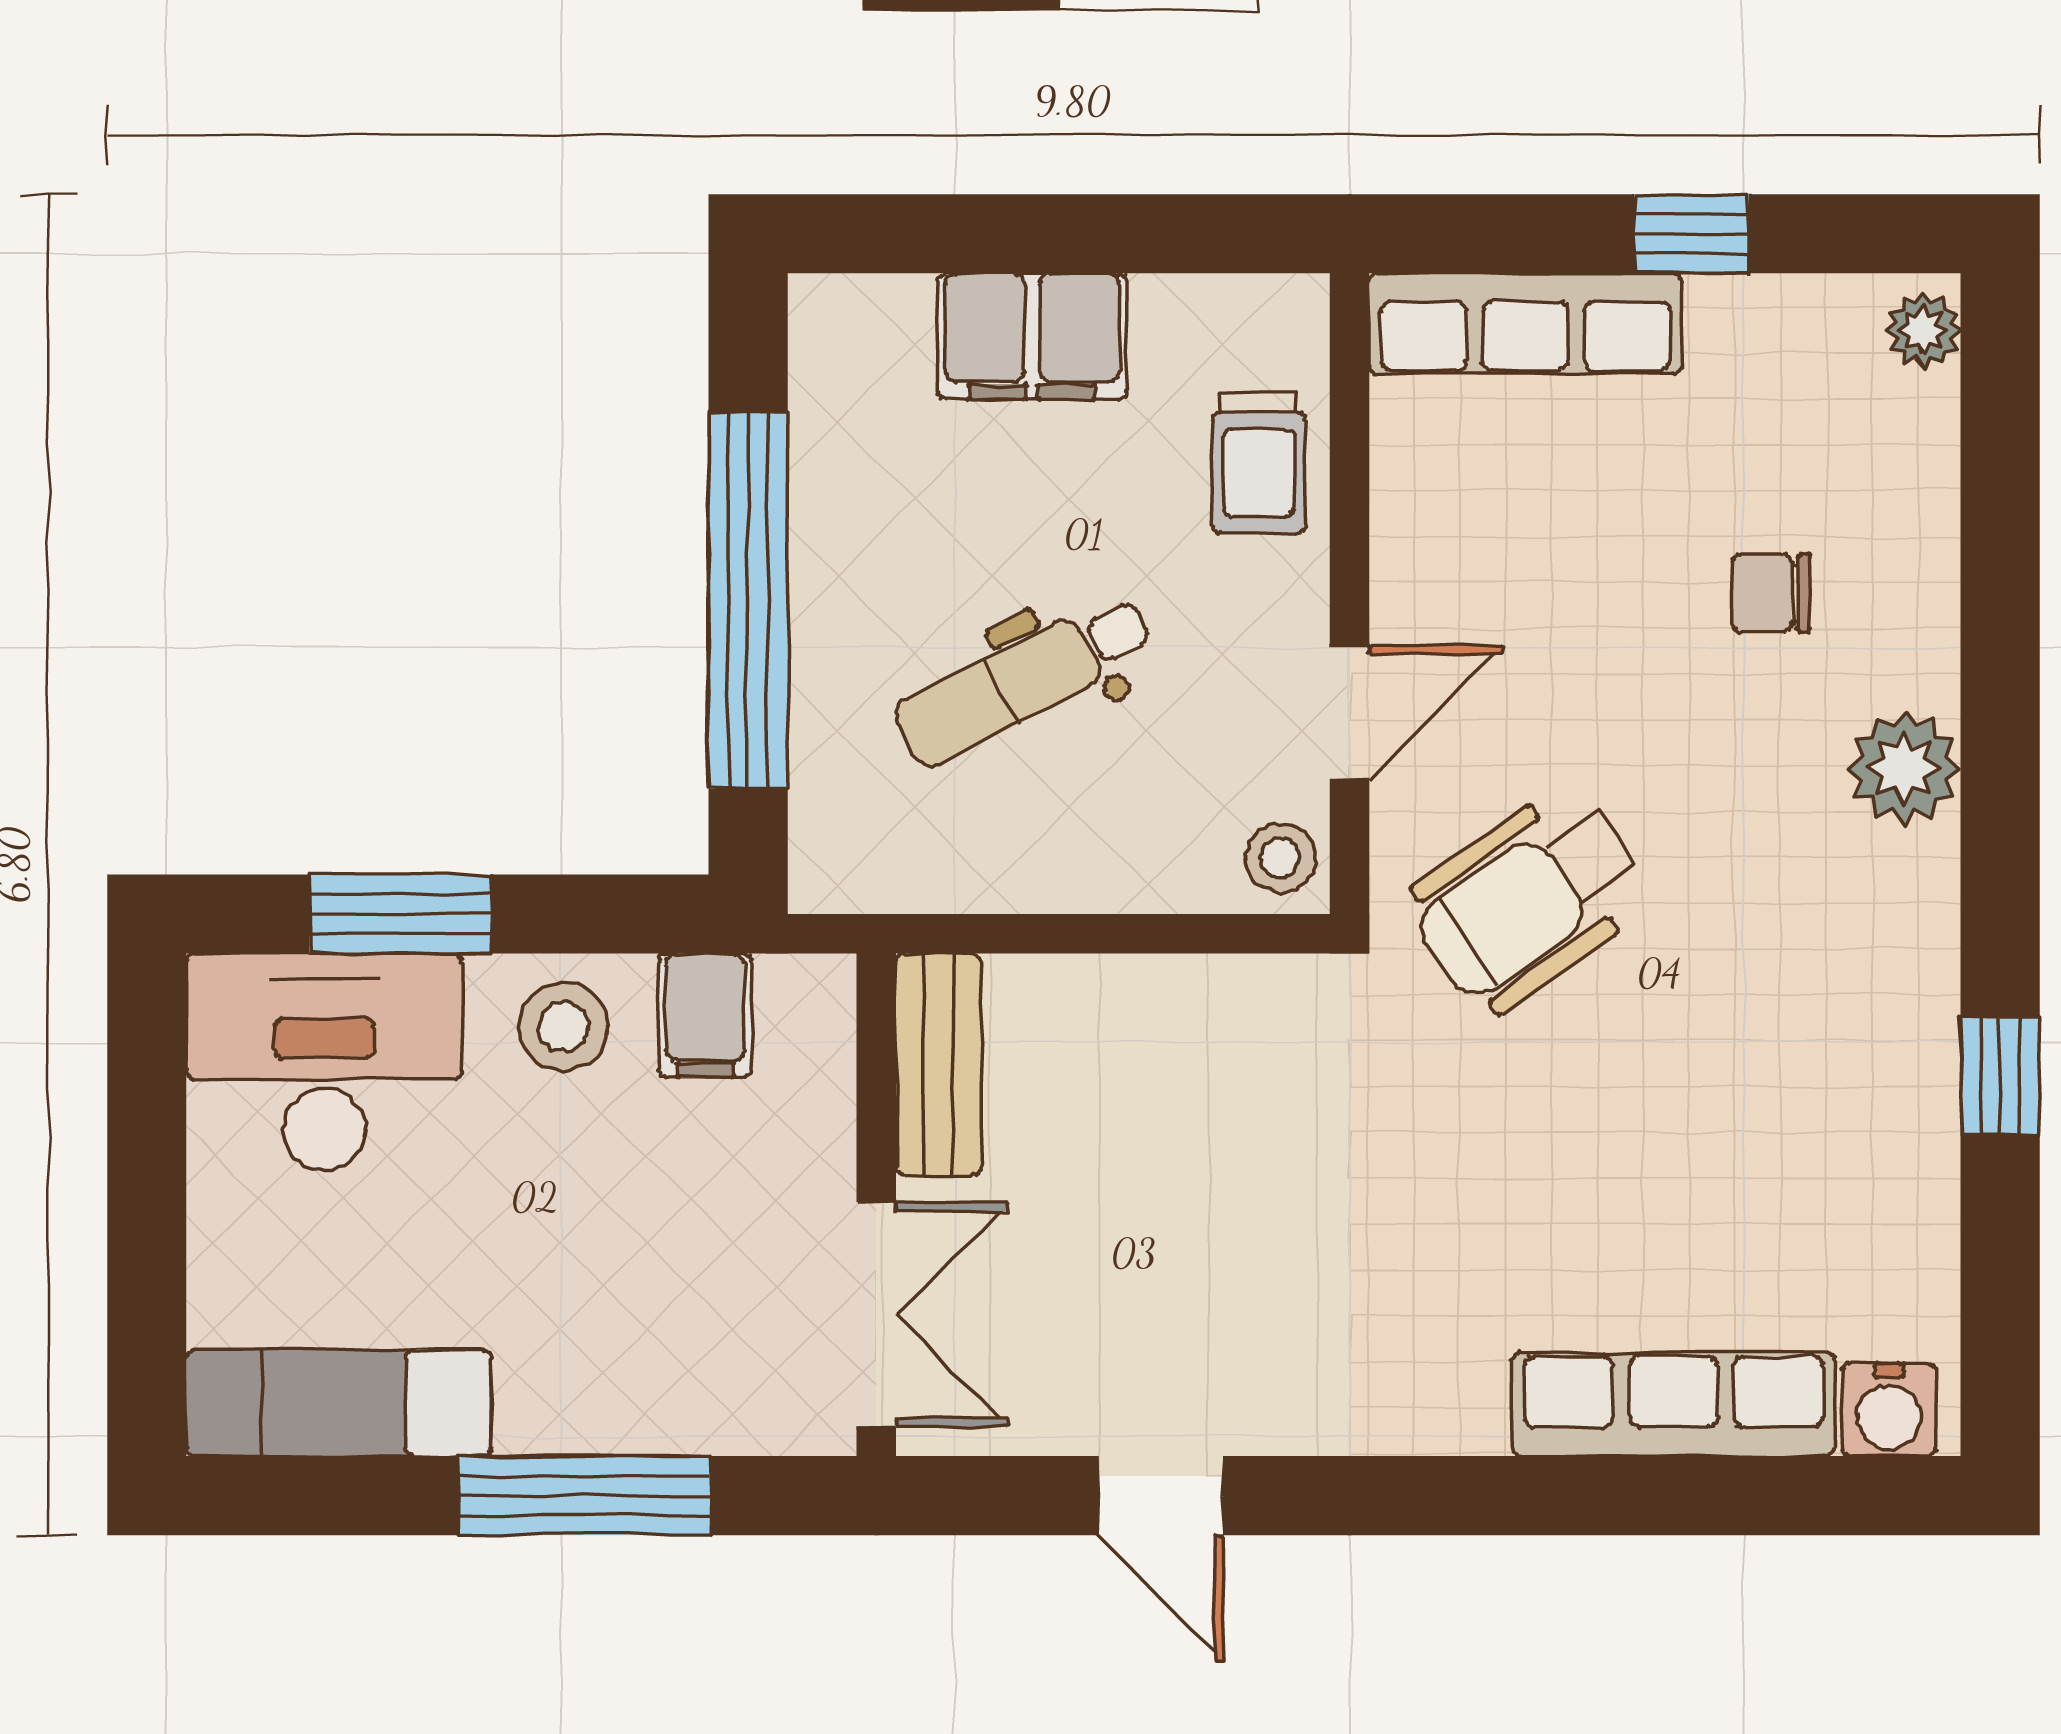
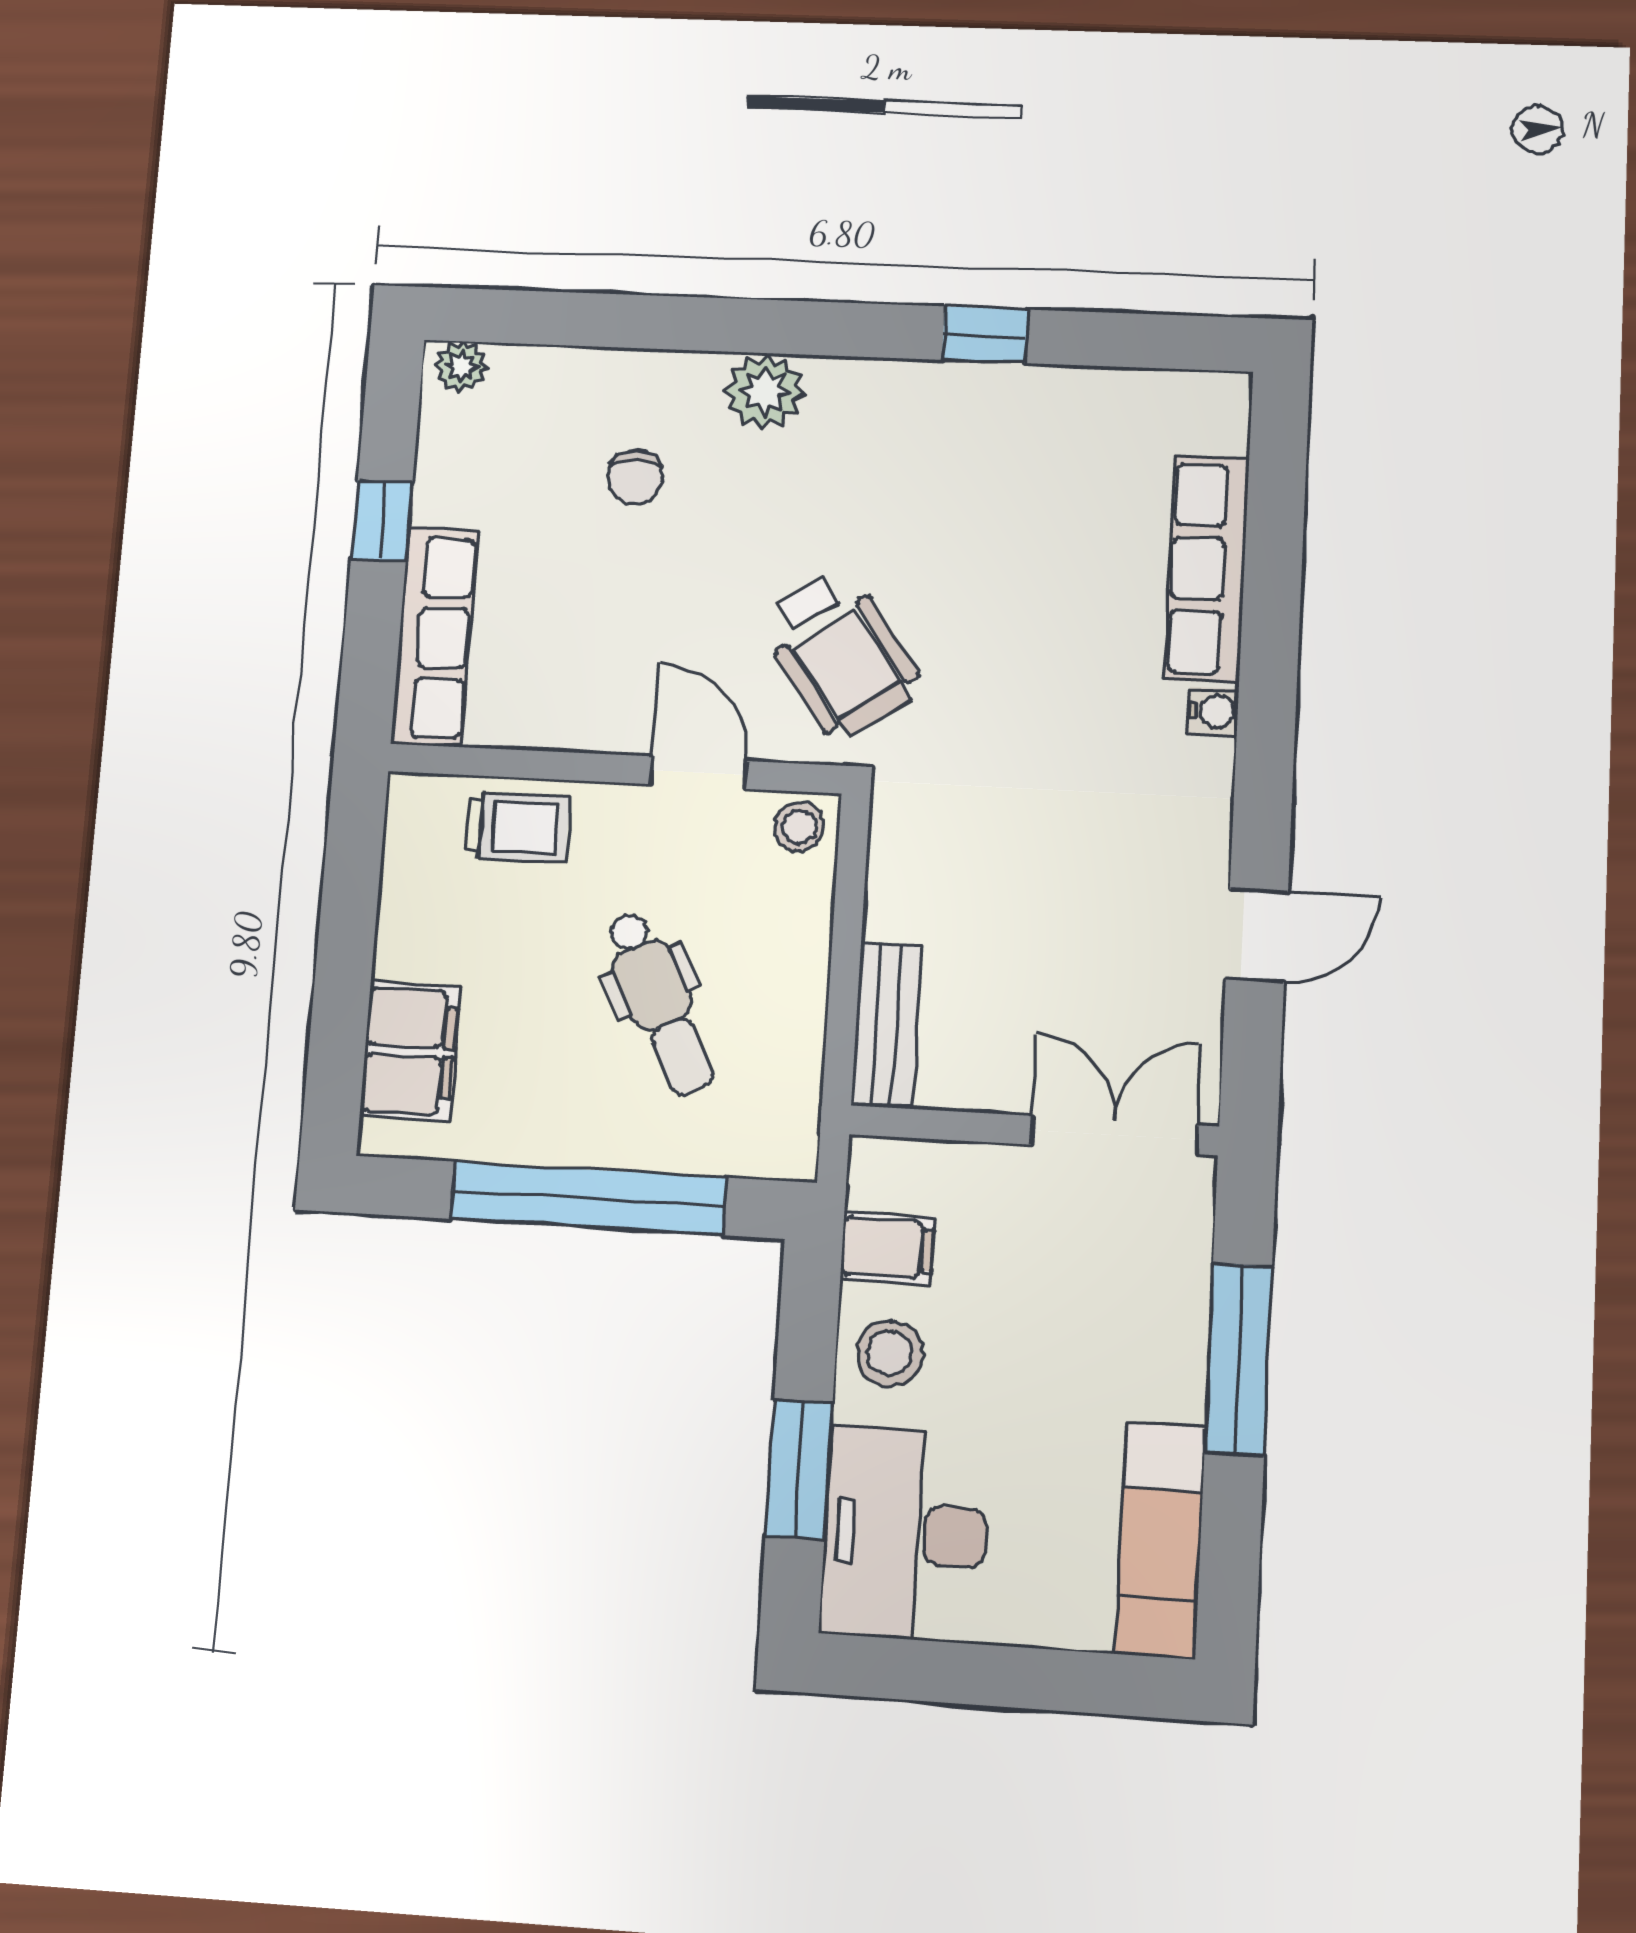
filing cabinet: (1032, 336) -> (410, 1051), moved
bench: (938, 1064) -> (887, 1025), moved, turned 90
water cooler: (1889, 1410) -> (1213, 712), moved, width x0.72, depth x0.72

